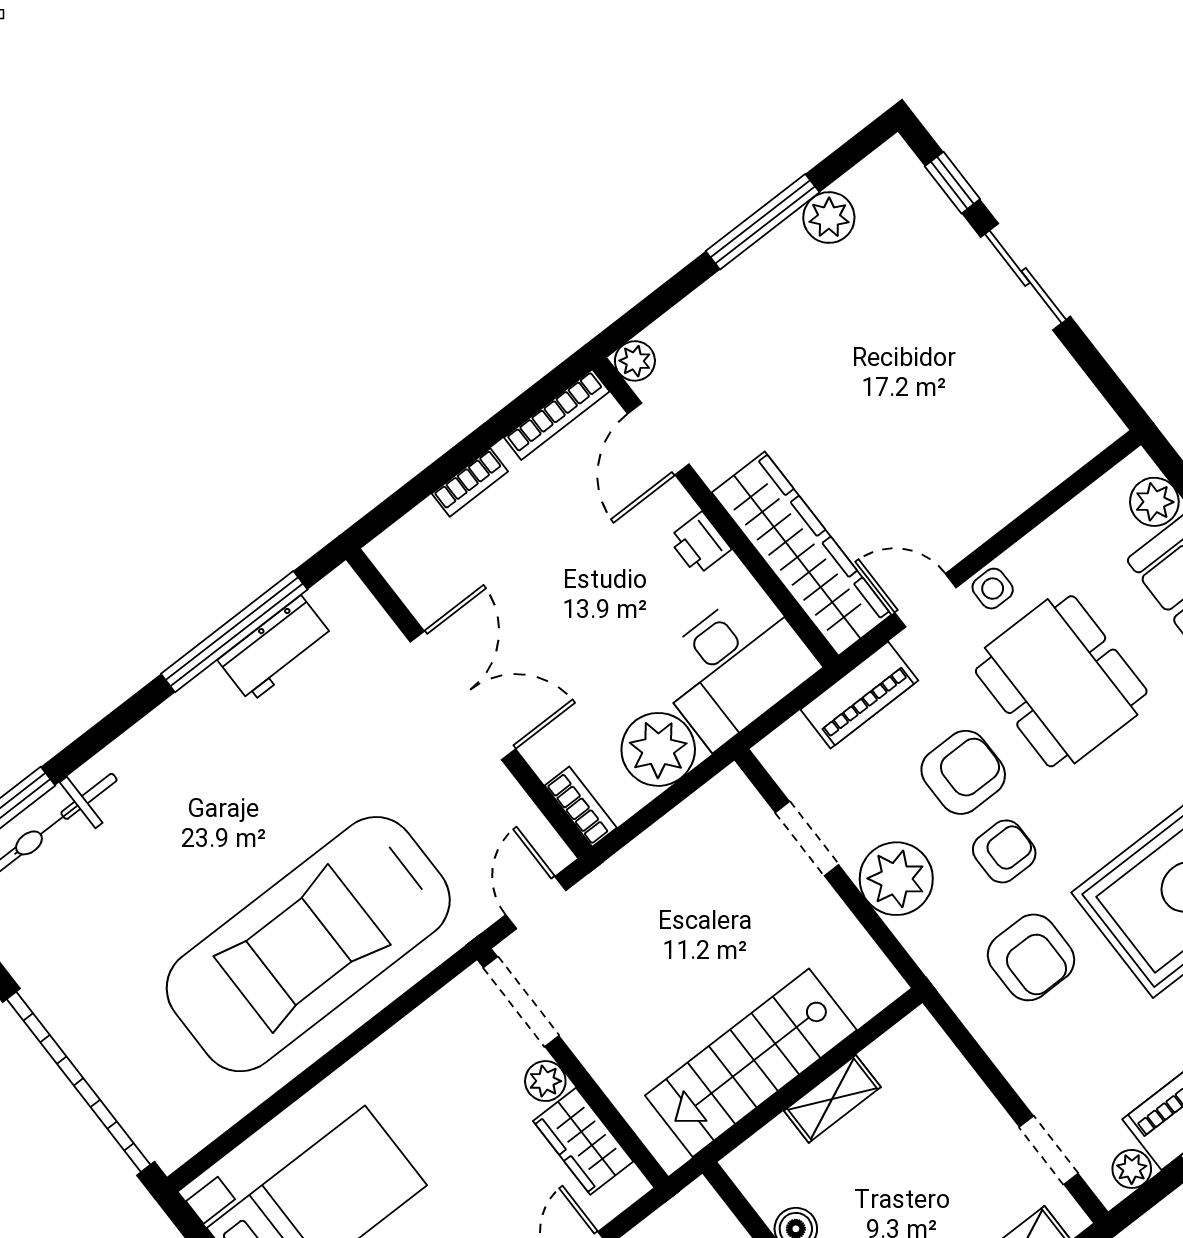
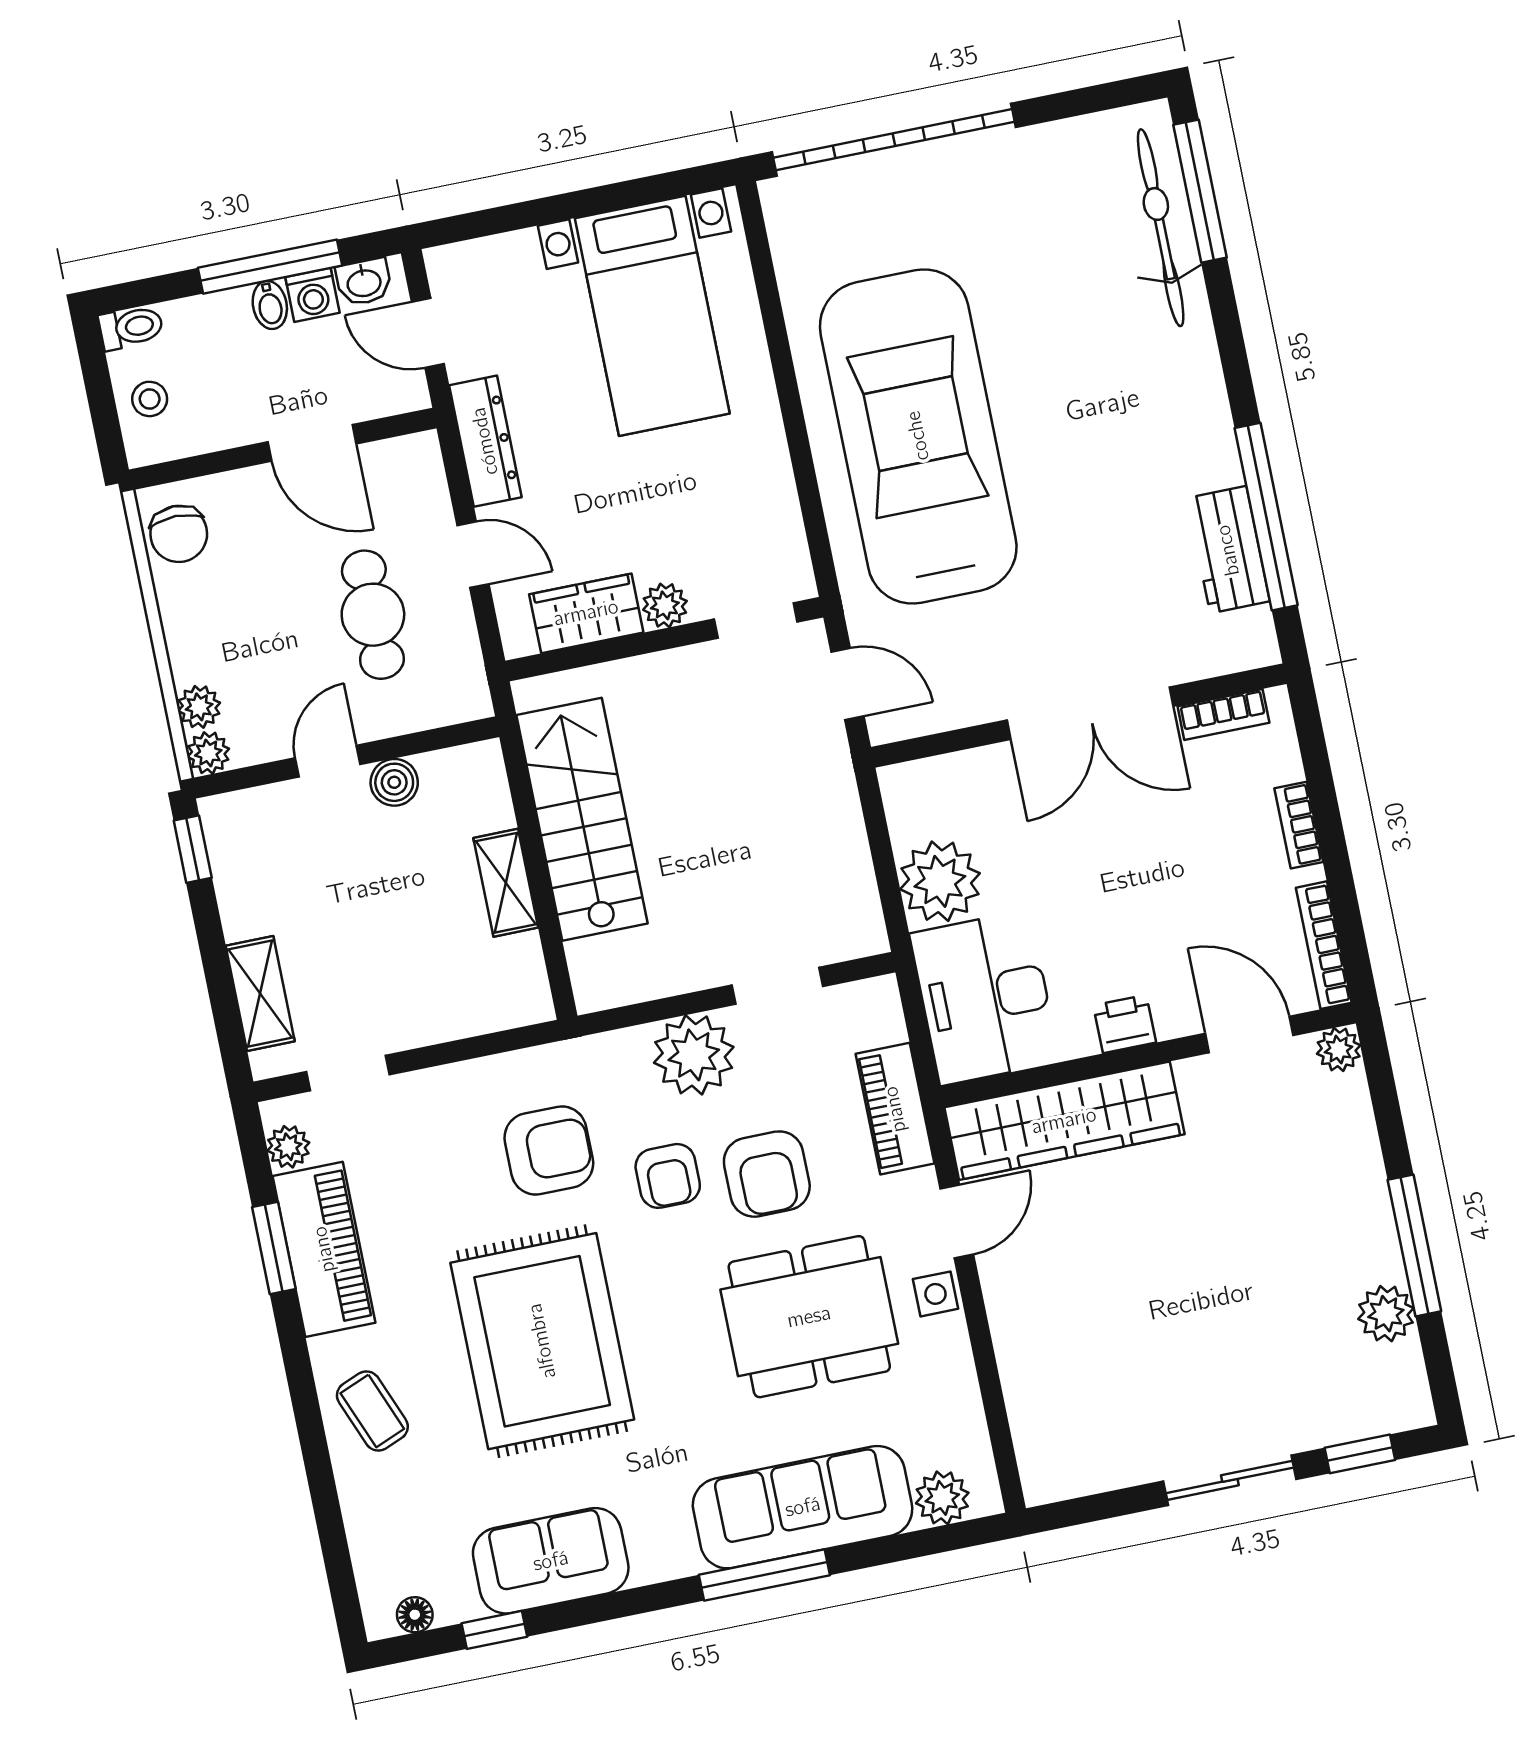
bookcase: (581, 807) -> (1223, 714), moved
armchair: (1031, 957) -> (549, 1150), turned 180
doorway: (521, 1002) -> (756, 620), width x0.73

